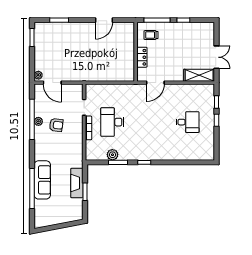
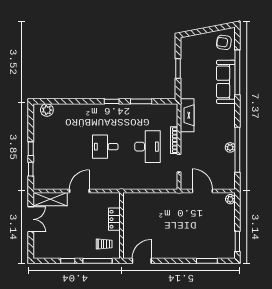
door: (104, 20) -> (142, 261), moved
double door: (216, 57) -> (31, 219), swing flipped
door: (52, 83) -> (202, 191), moved
door: (155, 83) -> (79, 191), moved
desk: (188, 122) -> (105, 147), moved
armchair: (56, 125) -> (224, 42), moved
plant: (112, 155) -> (47, 110), moved
fireplace: (77, 183) -> (187, 115), moved

